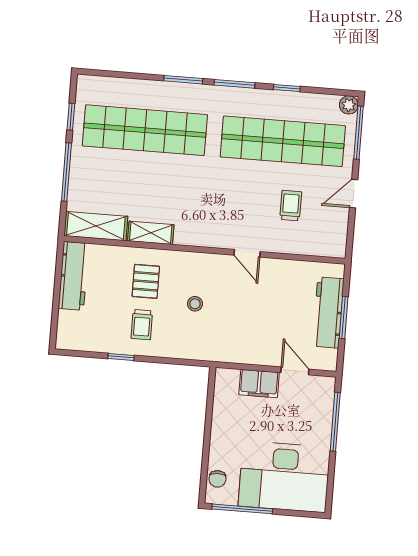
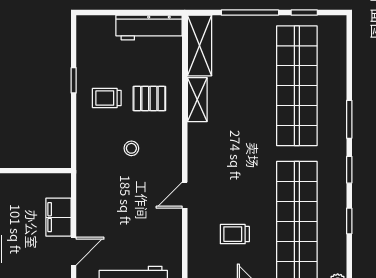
window: (235, 84) -> (349, 170), width x0.67
trolley: (291, 206) -> (235, 234), turned 180

